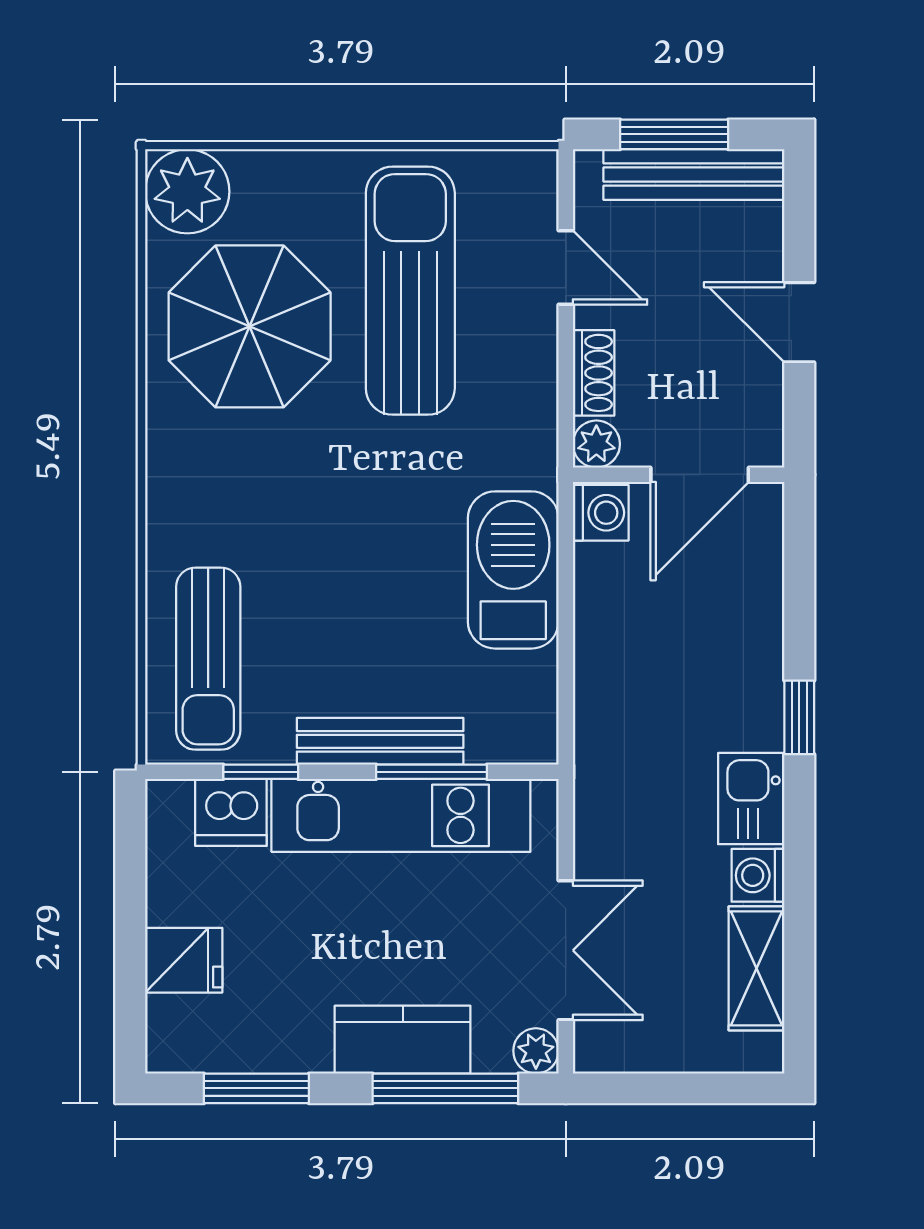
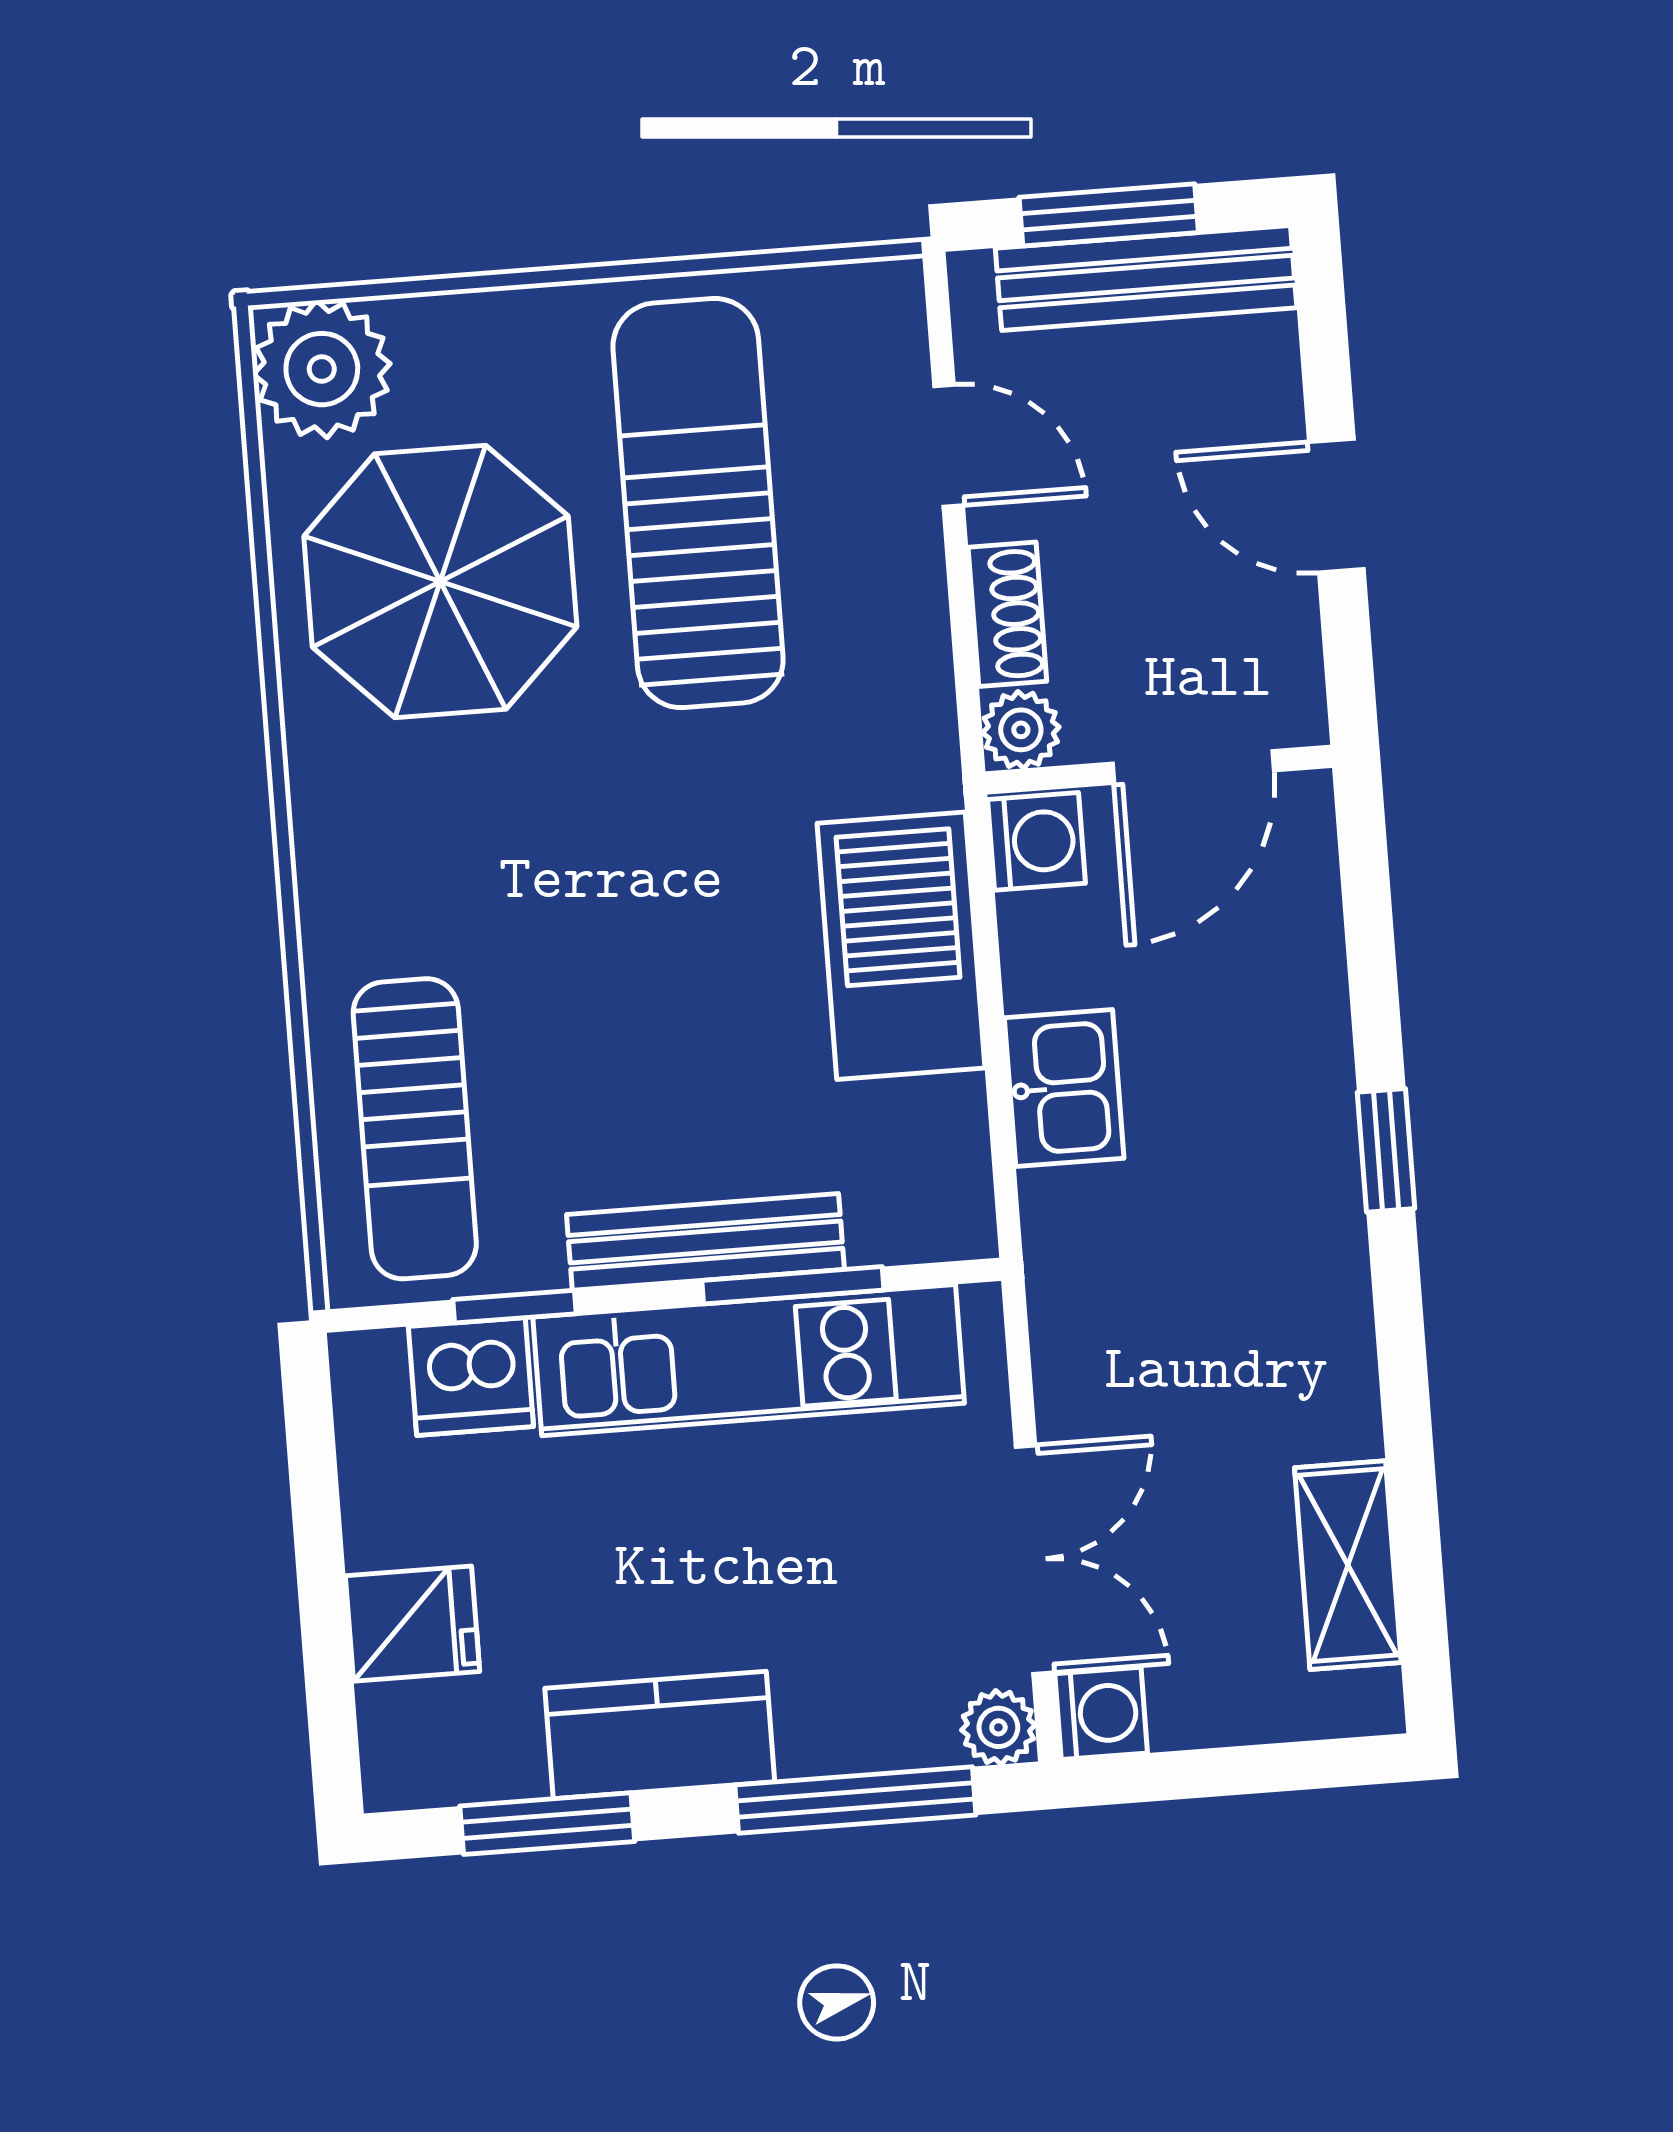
kitchen sink: (751, 799) -> (1064, 1088), moved, turned 180
washing machine: (758, 875) -> (1101, 1713), moved, turned 180
kitchen counter: (403, 1040) -> (660, 1735), moved

